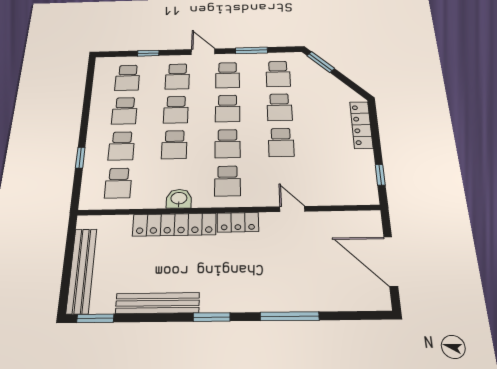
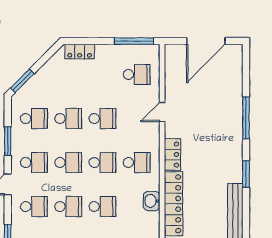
locker: (361, 125) -> (80, 52), width x0.66
window: (380, 175) -> (134, 41), width x2.17
school desk: (338, 179) -> (137, 74), added

